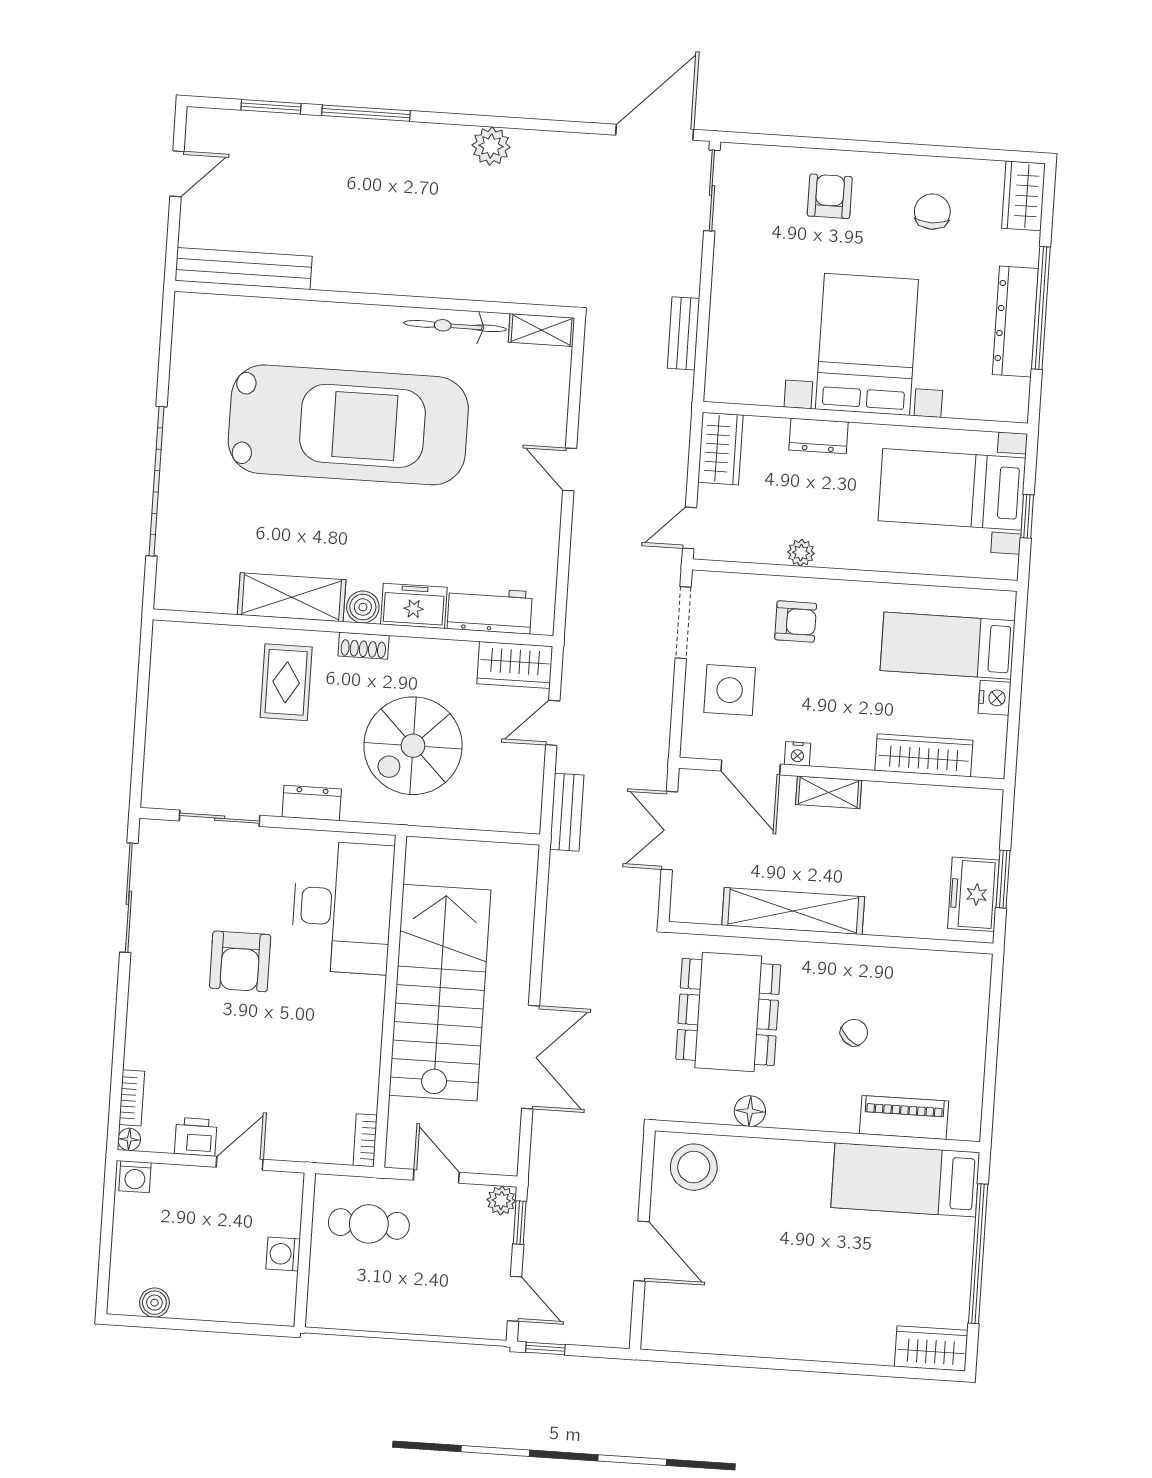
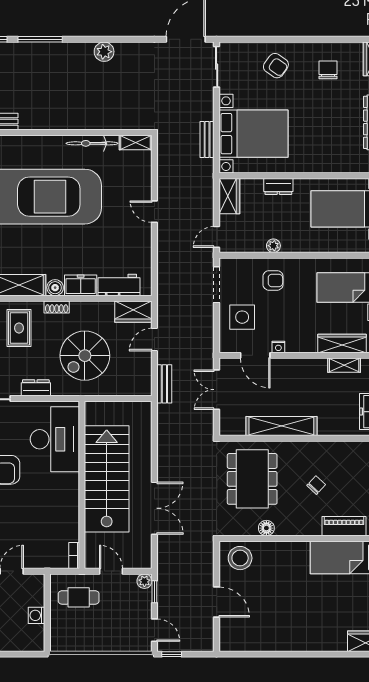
armchair: (830, 196) -> (276, 66), turned 125
bed with nightstands: (867, 344) -> (254, 134), moved, turned 90
shelving: (829, 792) -> (344, 365), moved

